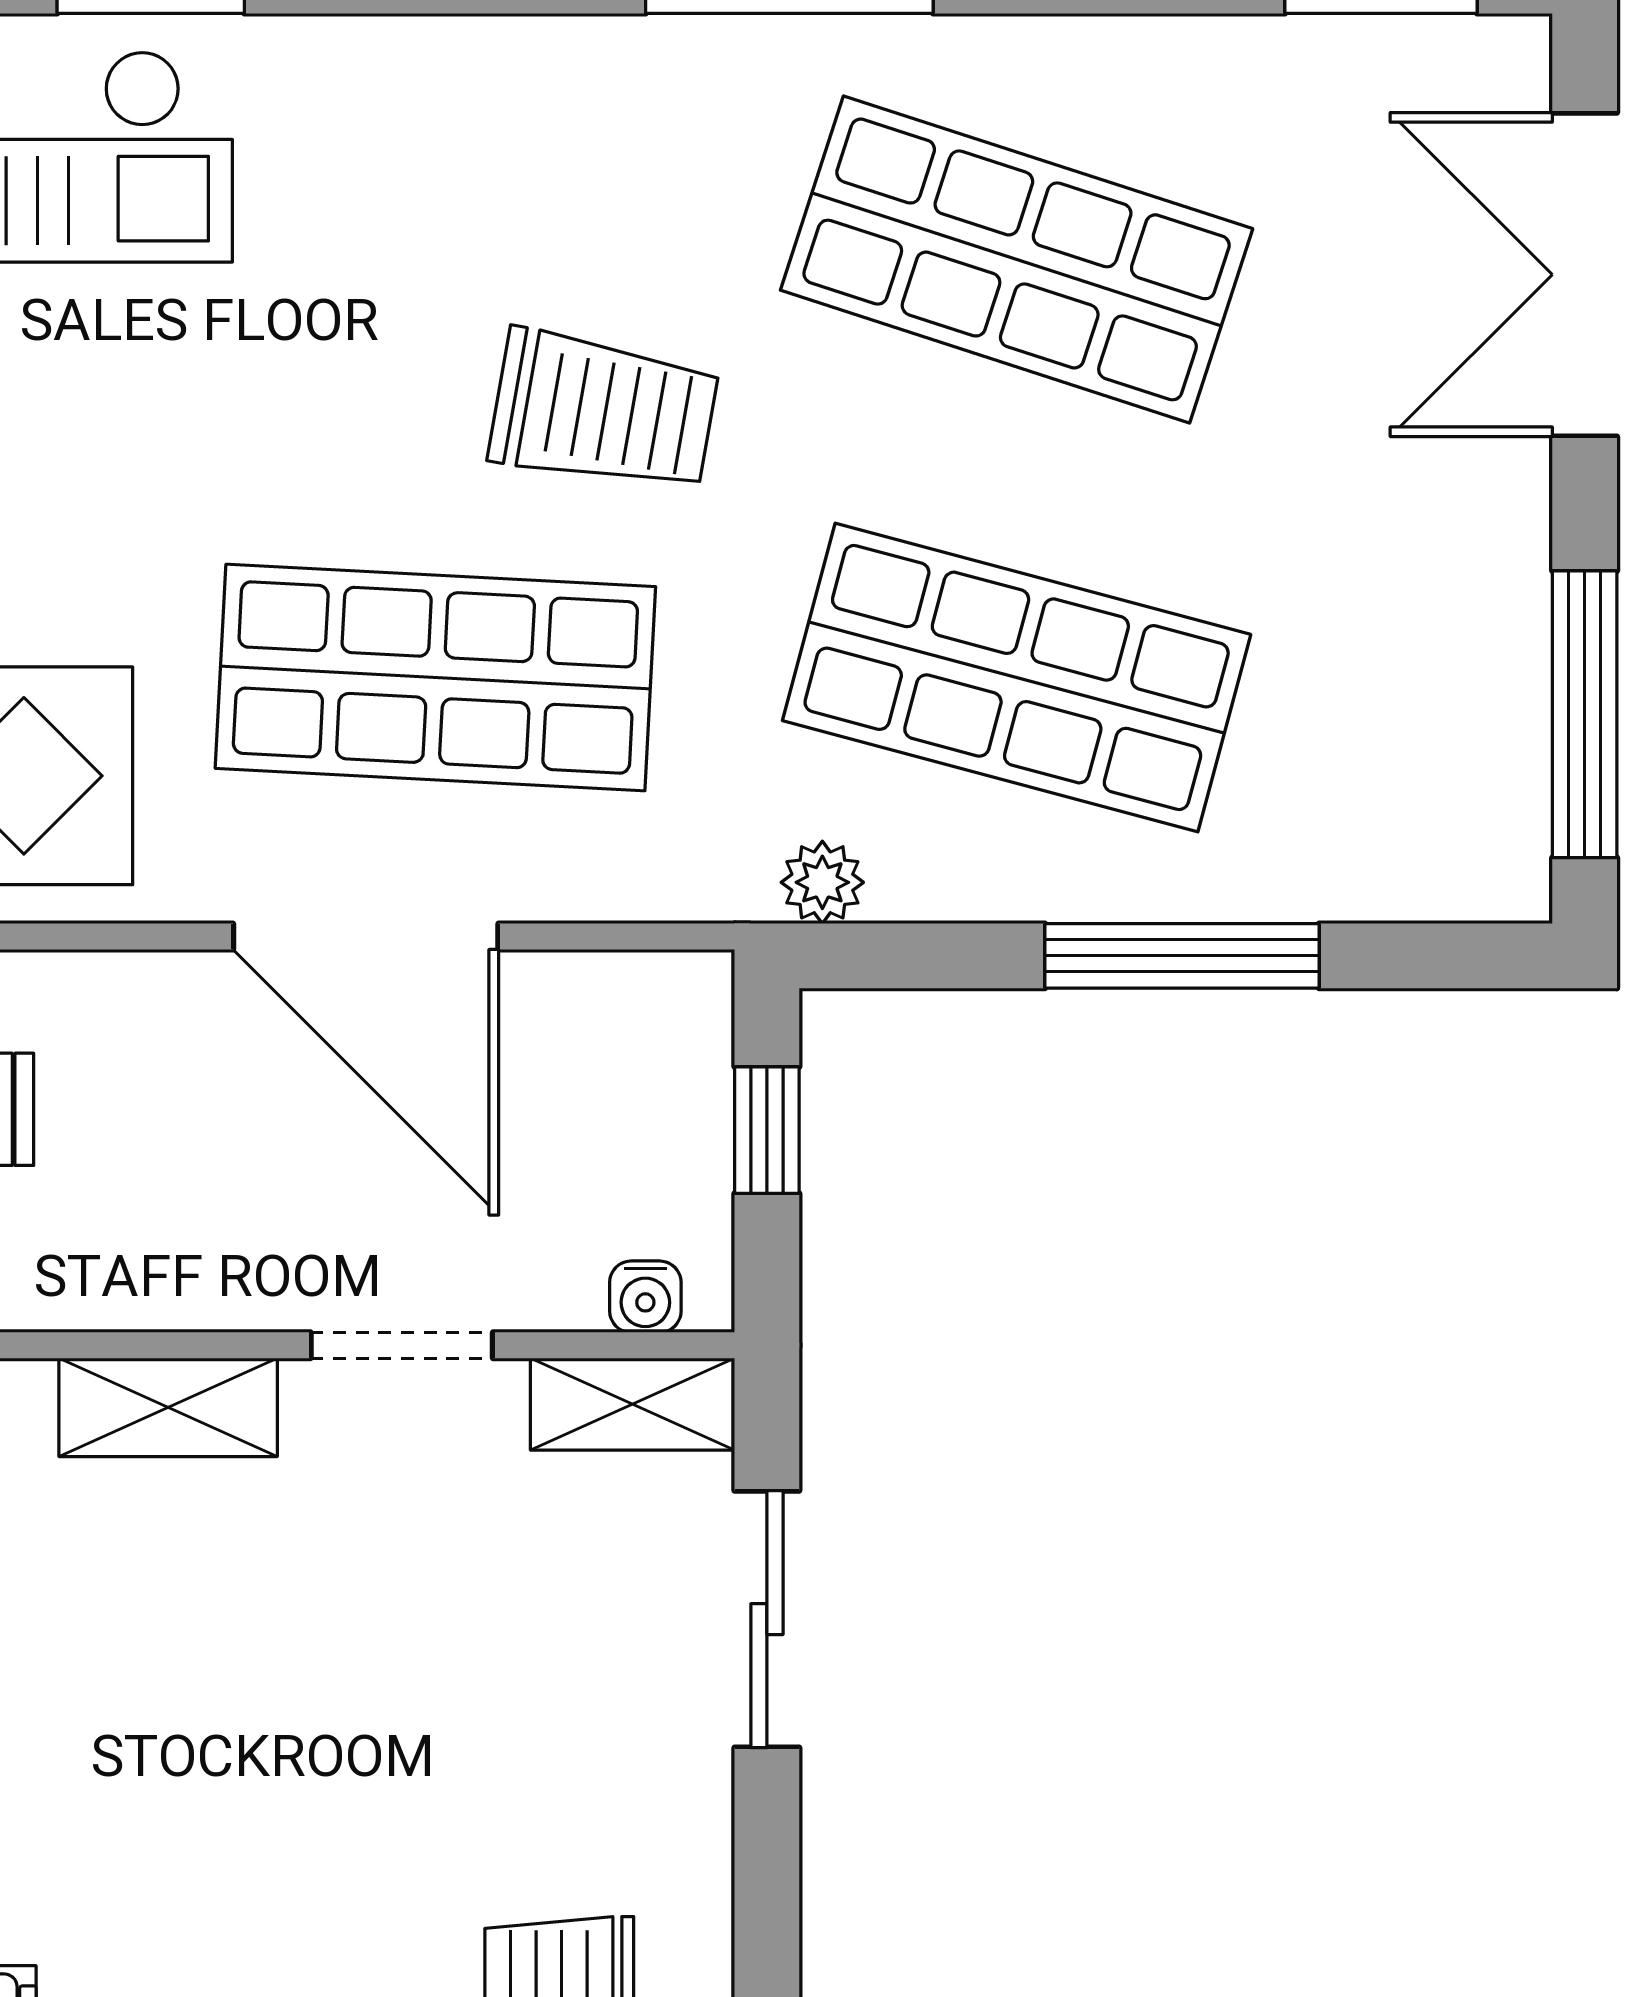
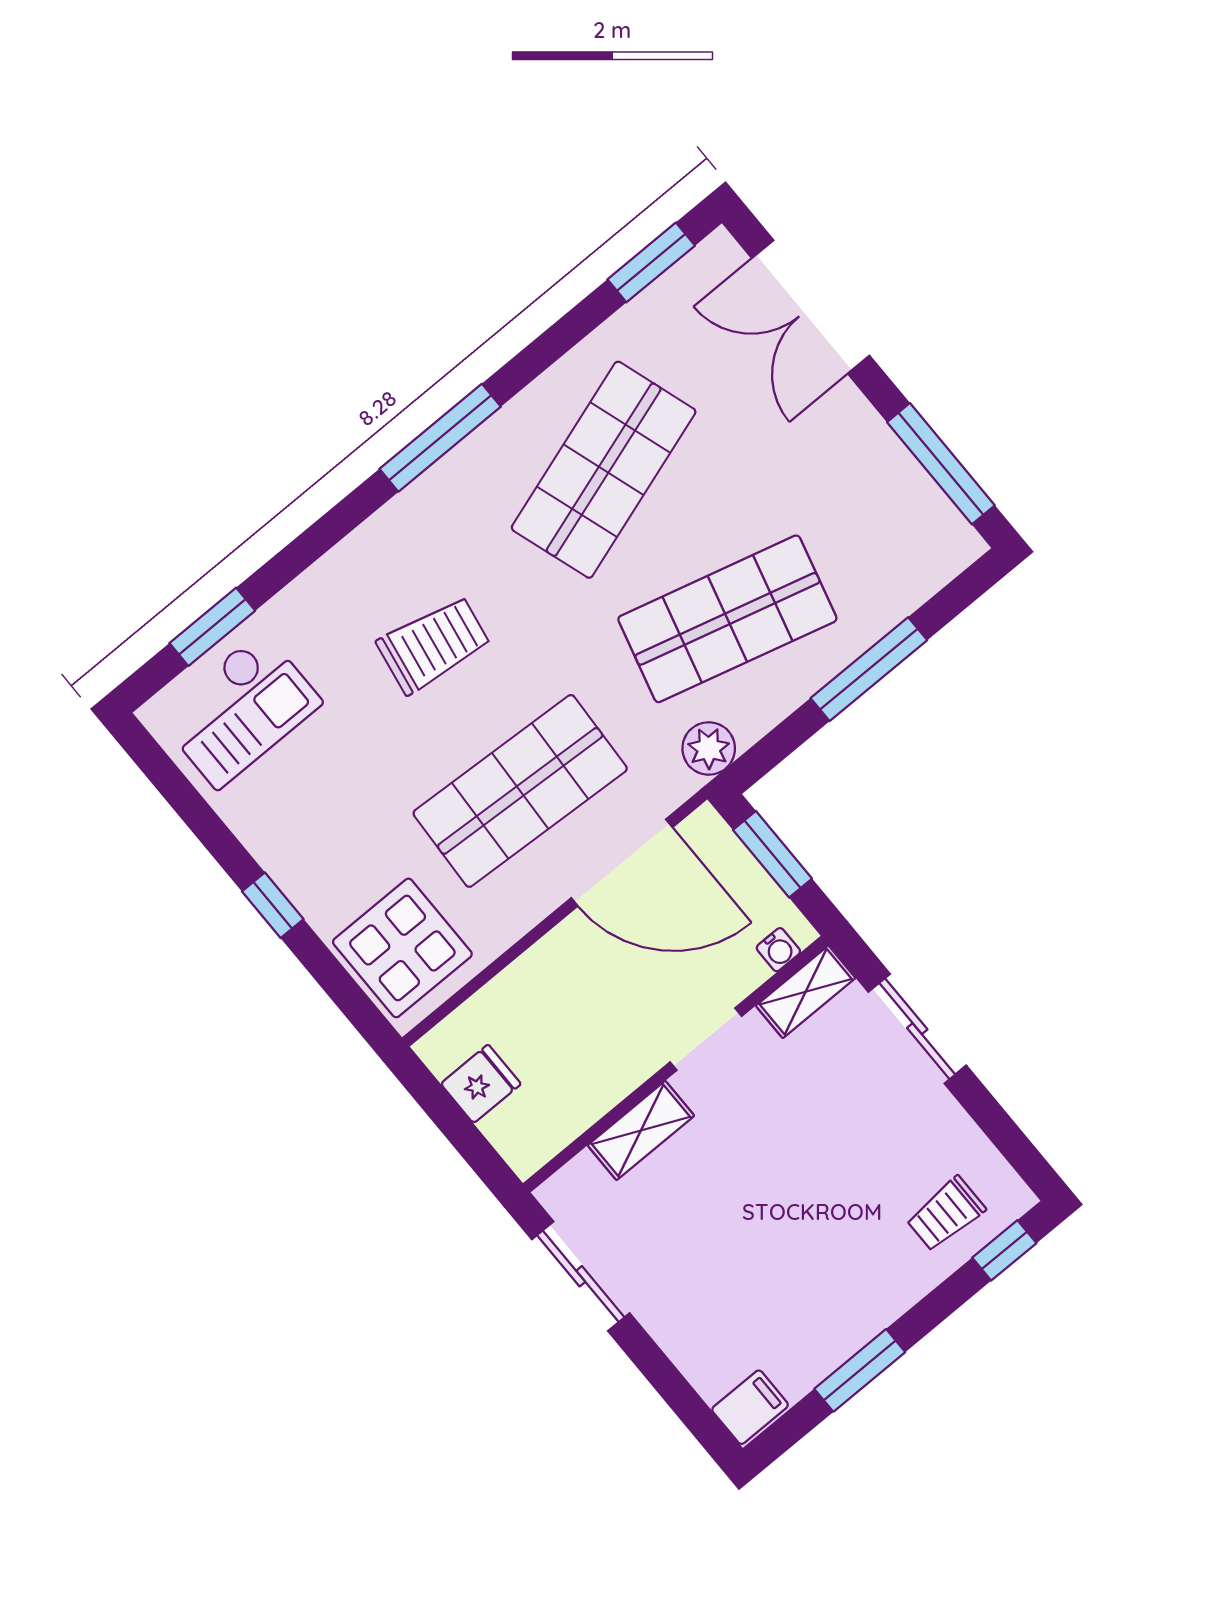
shop shelf: (1017, 259) -> (604, 470), turned -36
trolley: (604, 411) -> (434, 645), moved
plant: (822, 882) -> (709, 748), width x1.38, depth x1.38
door: (366, 936) -> (622, 863), moved
window: (767, 1130) -> (772, 854), width x1.50

